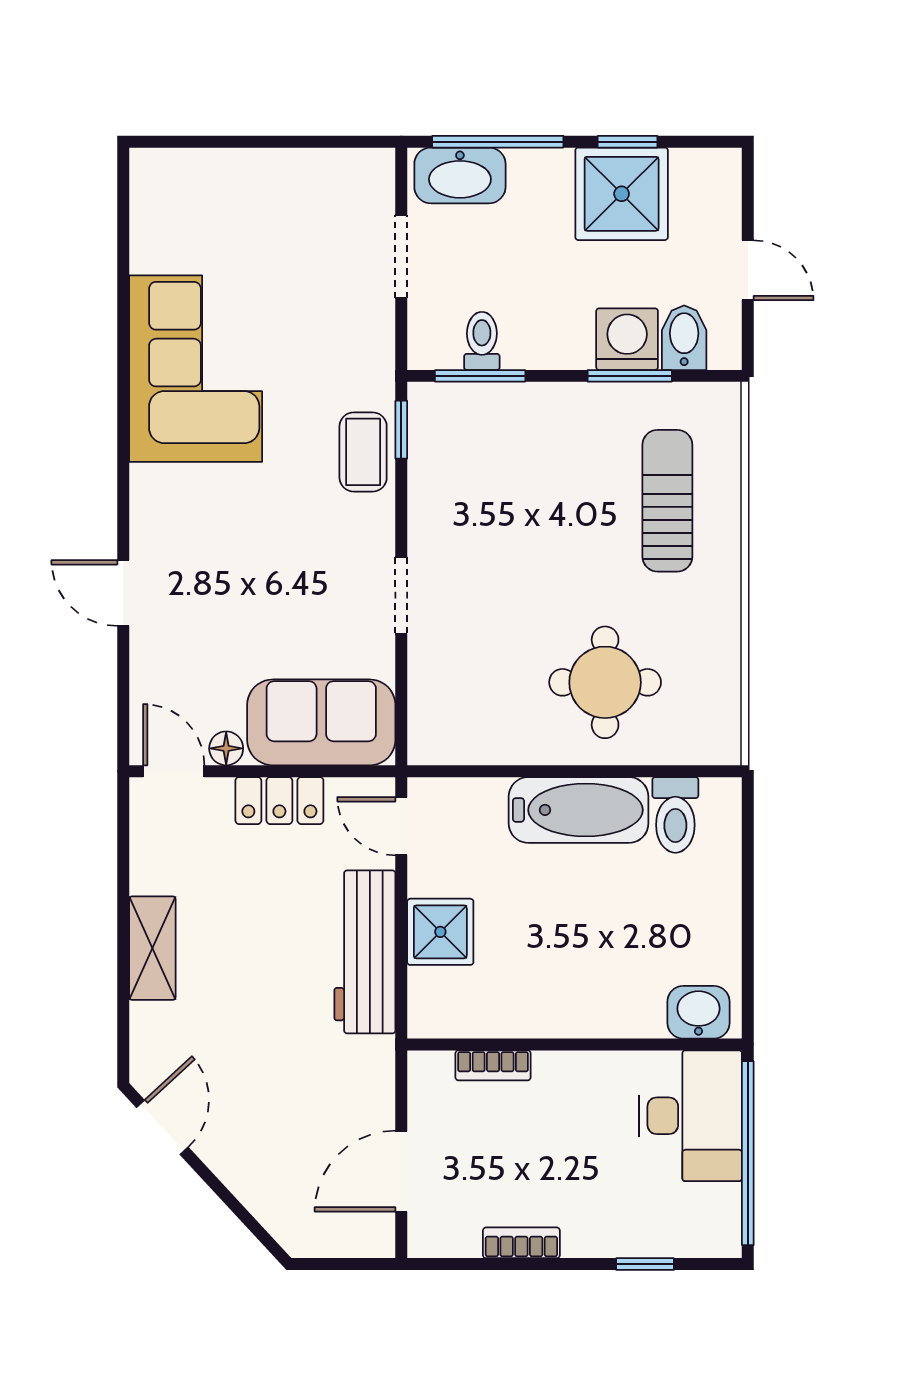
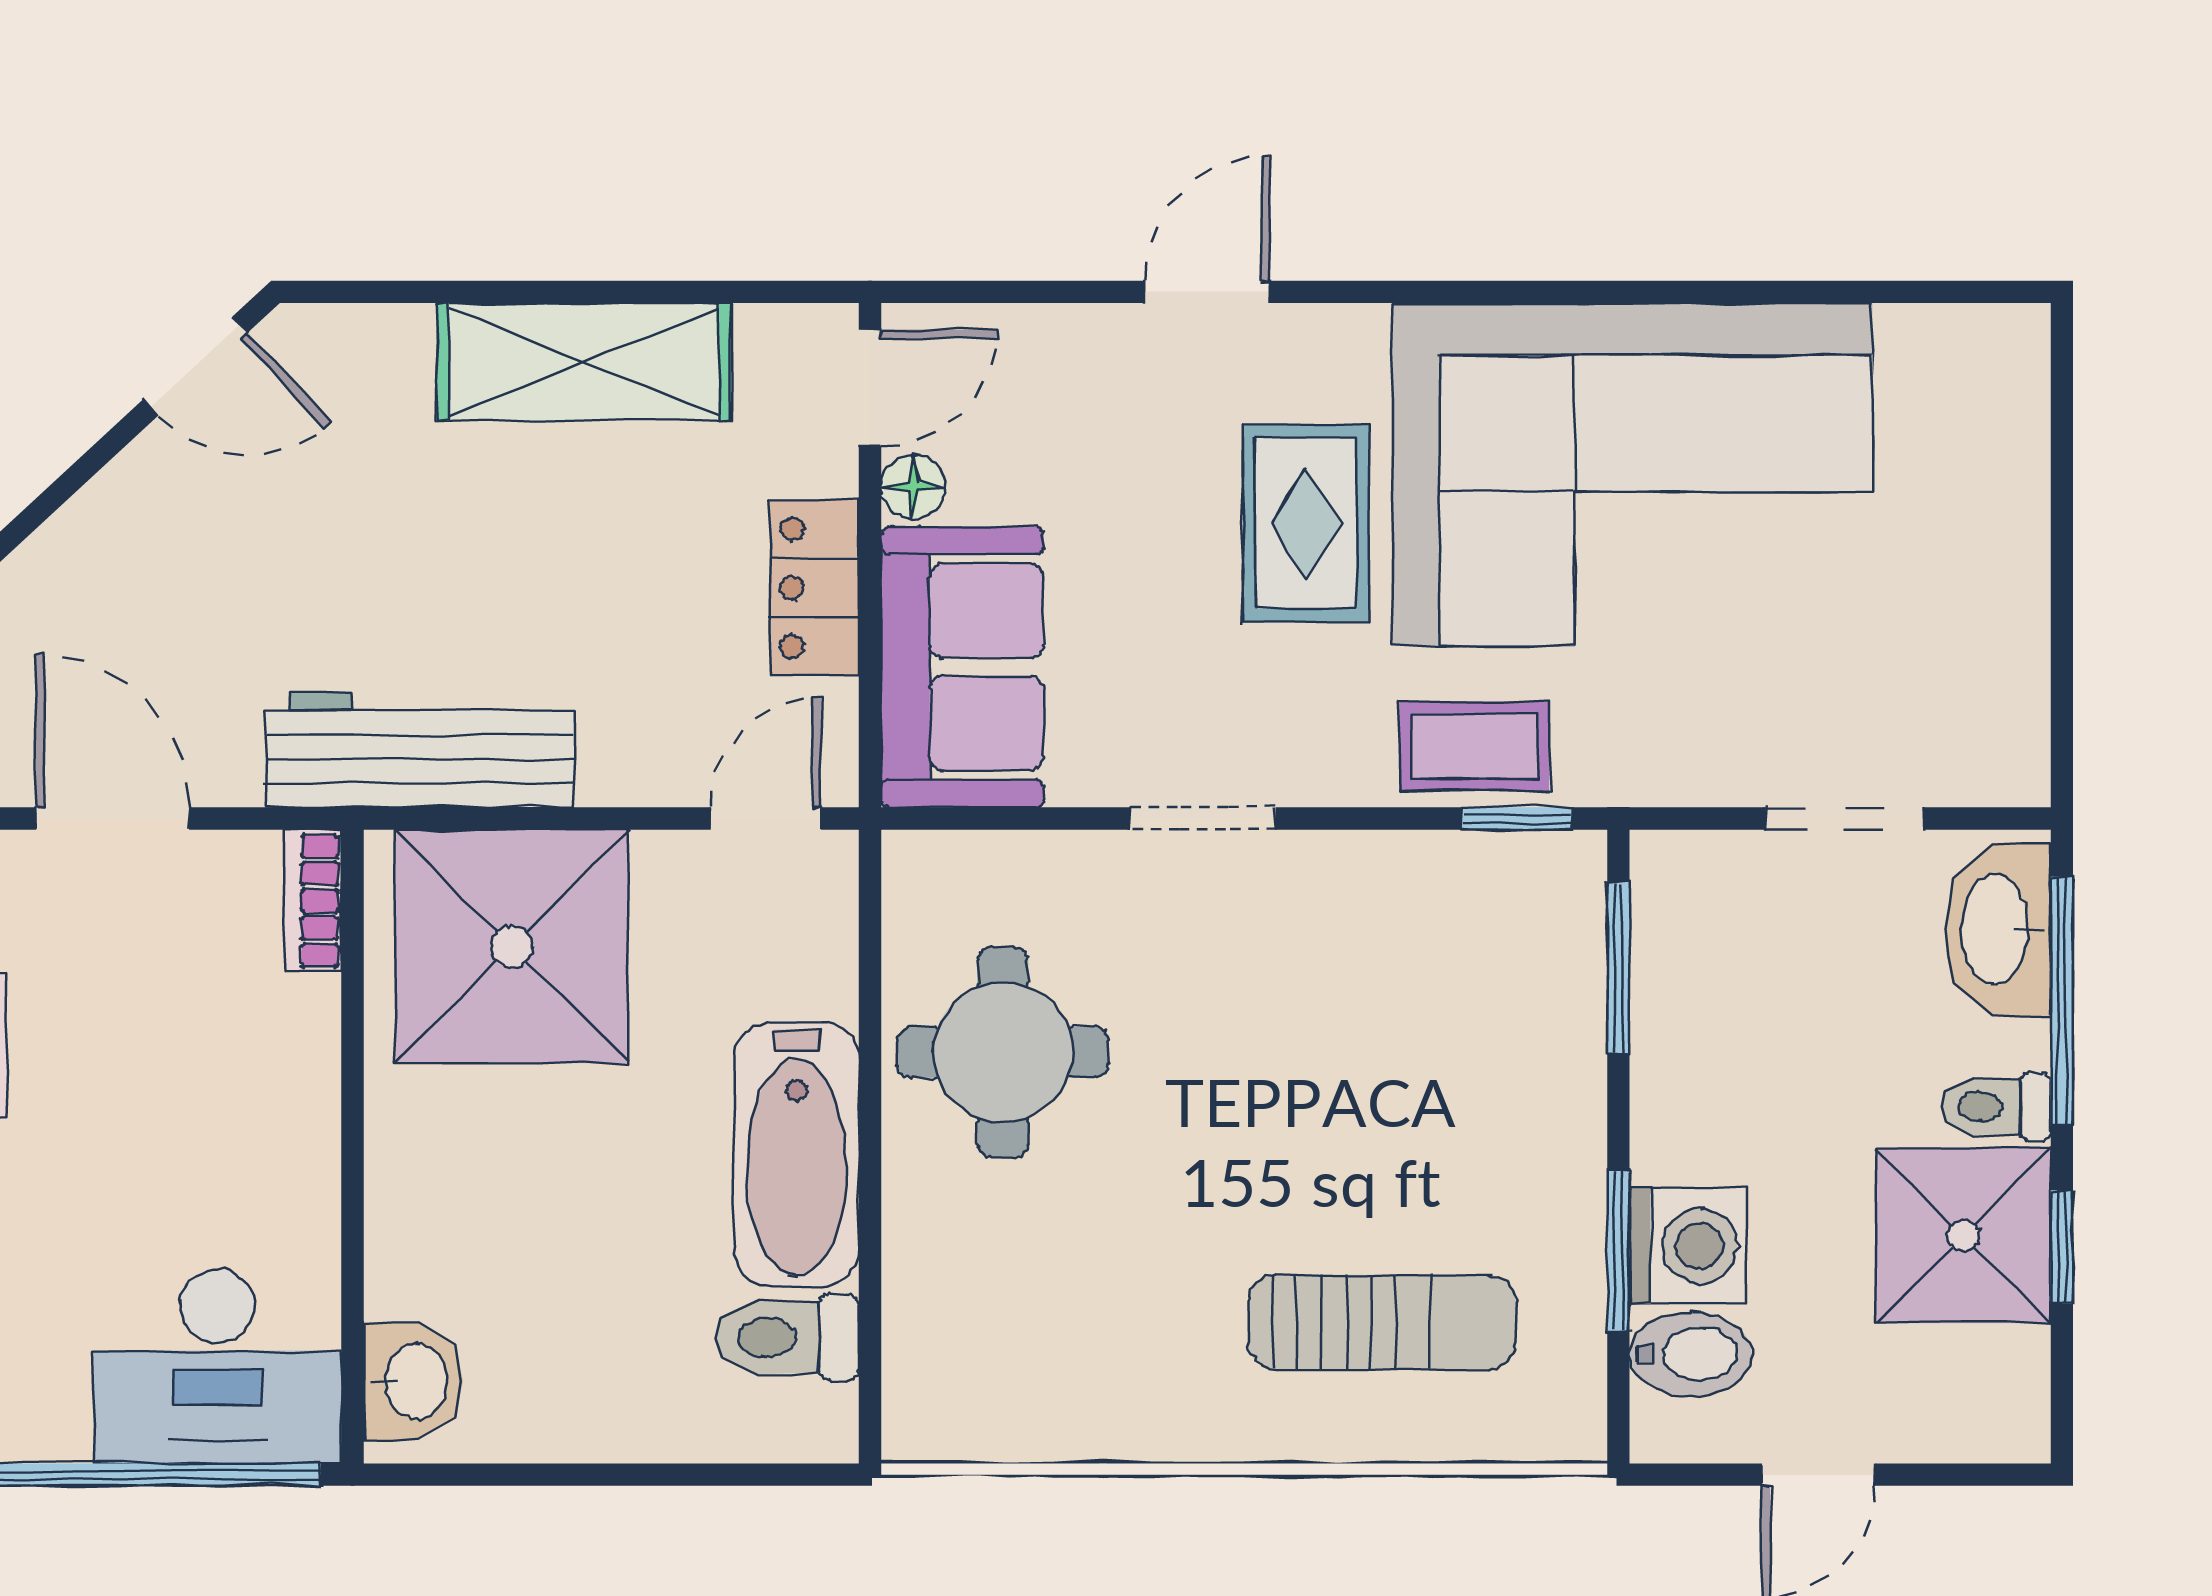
toilet: (482, 341) -> (1996, 1107), moved, turned 180
corner sofa: (196, 369) -> (1632, 474), width x1.36, depth x1.36
rug: (245, 541) -> (1306, 523), added
round table: (605, 682) -> (1003, 1052), moved
shower: (440, 932) -> (512, 946), width x1.86, depth x1.86
shelving: (152, 948) -> (584, 362), width x1.50, depth x1.33
workbench: (365, 952) -> (419, 750), moved
bookcase: (493, 1065) -> (313, 901), moved

